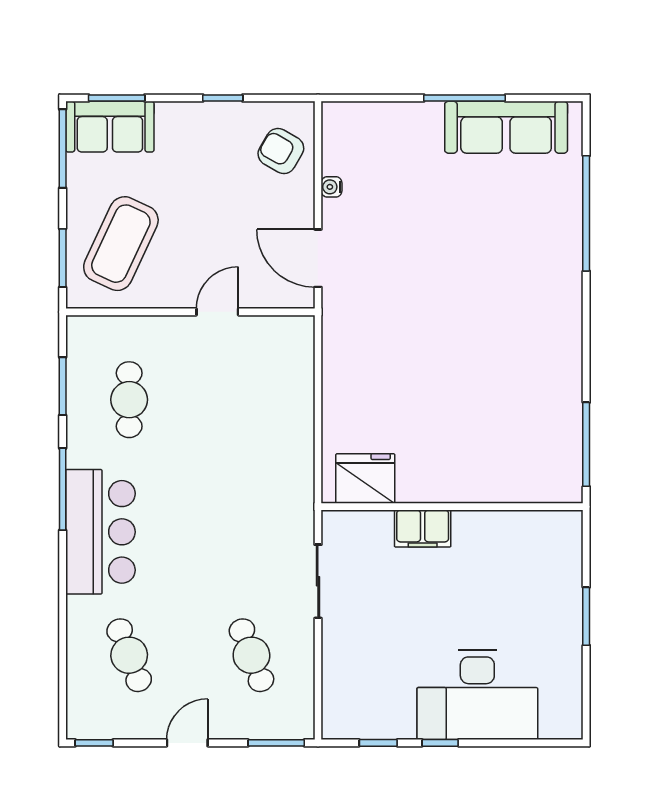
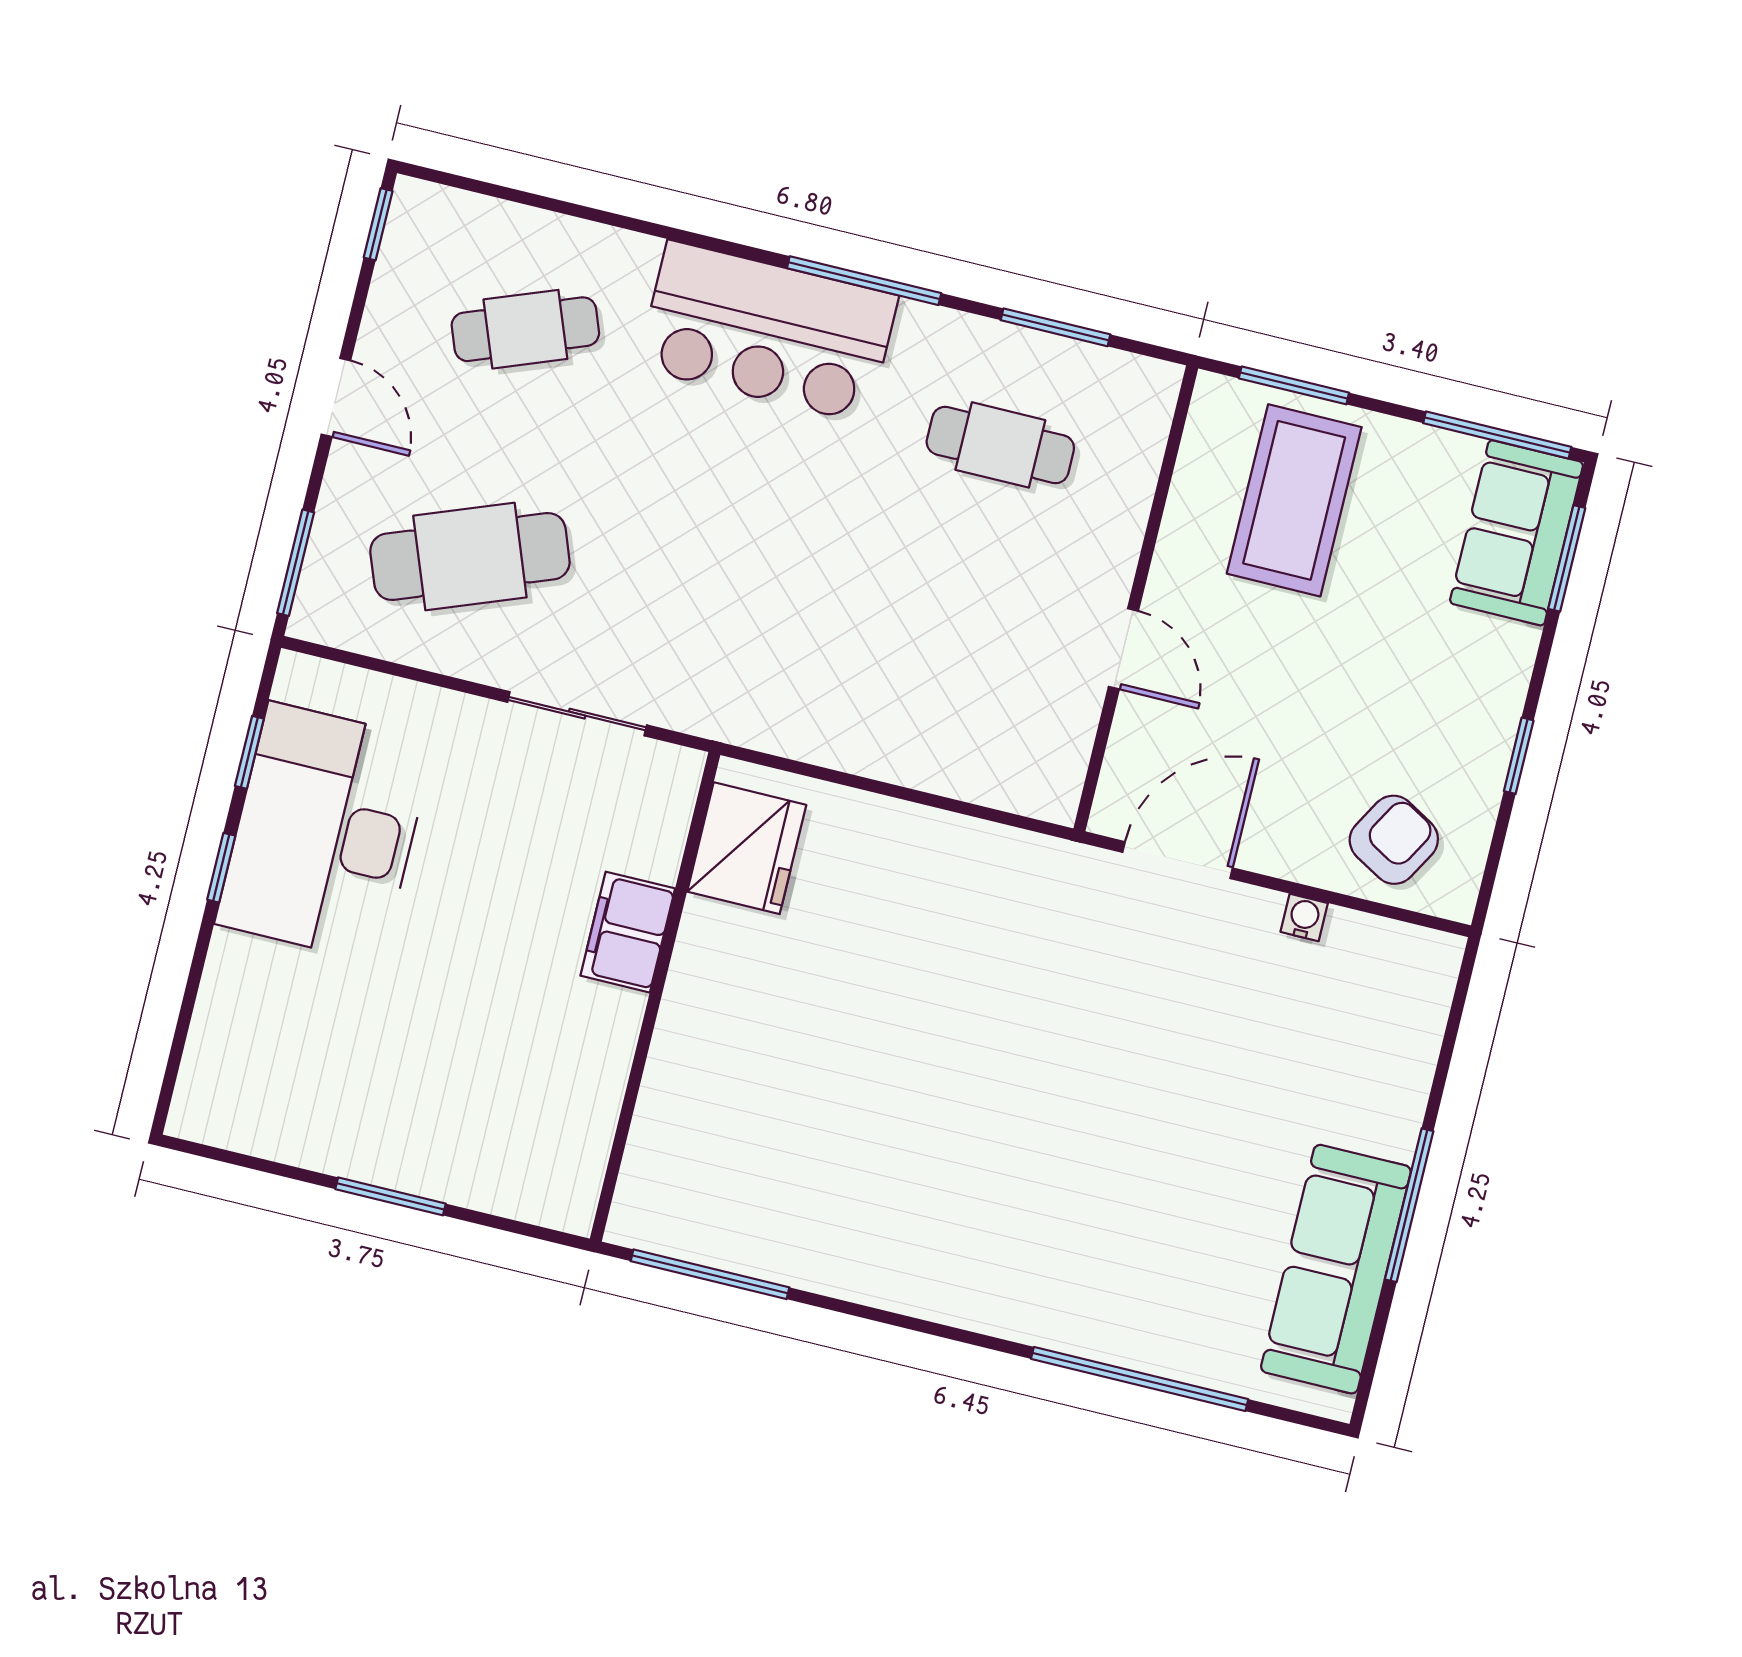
coffee table: (121, 244) -> (1294, 500), turned 65
cafe table: (251, 655) -> (470, 556), width x1.37, depth x1.35
desk: (477, 695) -> (325, 833), moved

